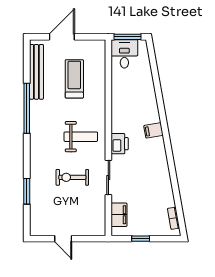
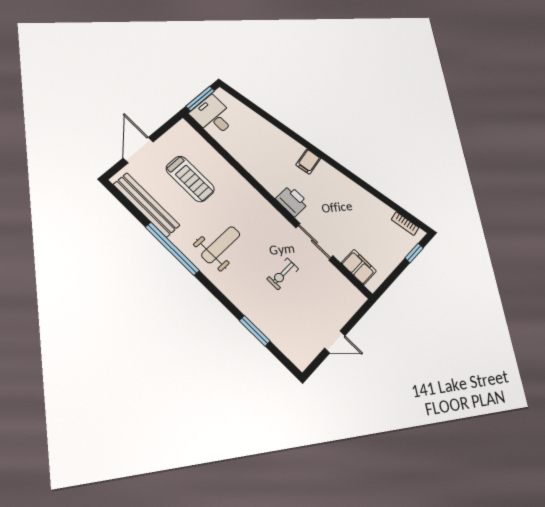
treadmill: (74, 79) -> (190, 179), turned 180
weight bench: (81, 137) -> (221, 245), moved
exercise bike: (72, 177) -> (283, 274), width x0.73, depth x0.72
window: (141, 239) -> (414, 253), moved

